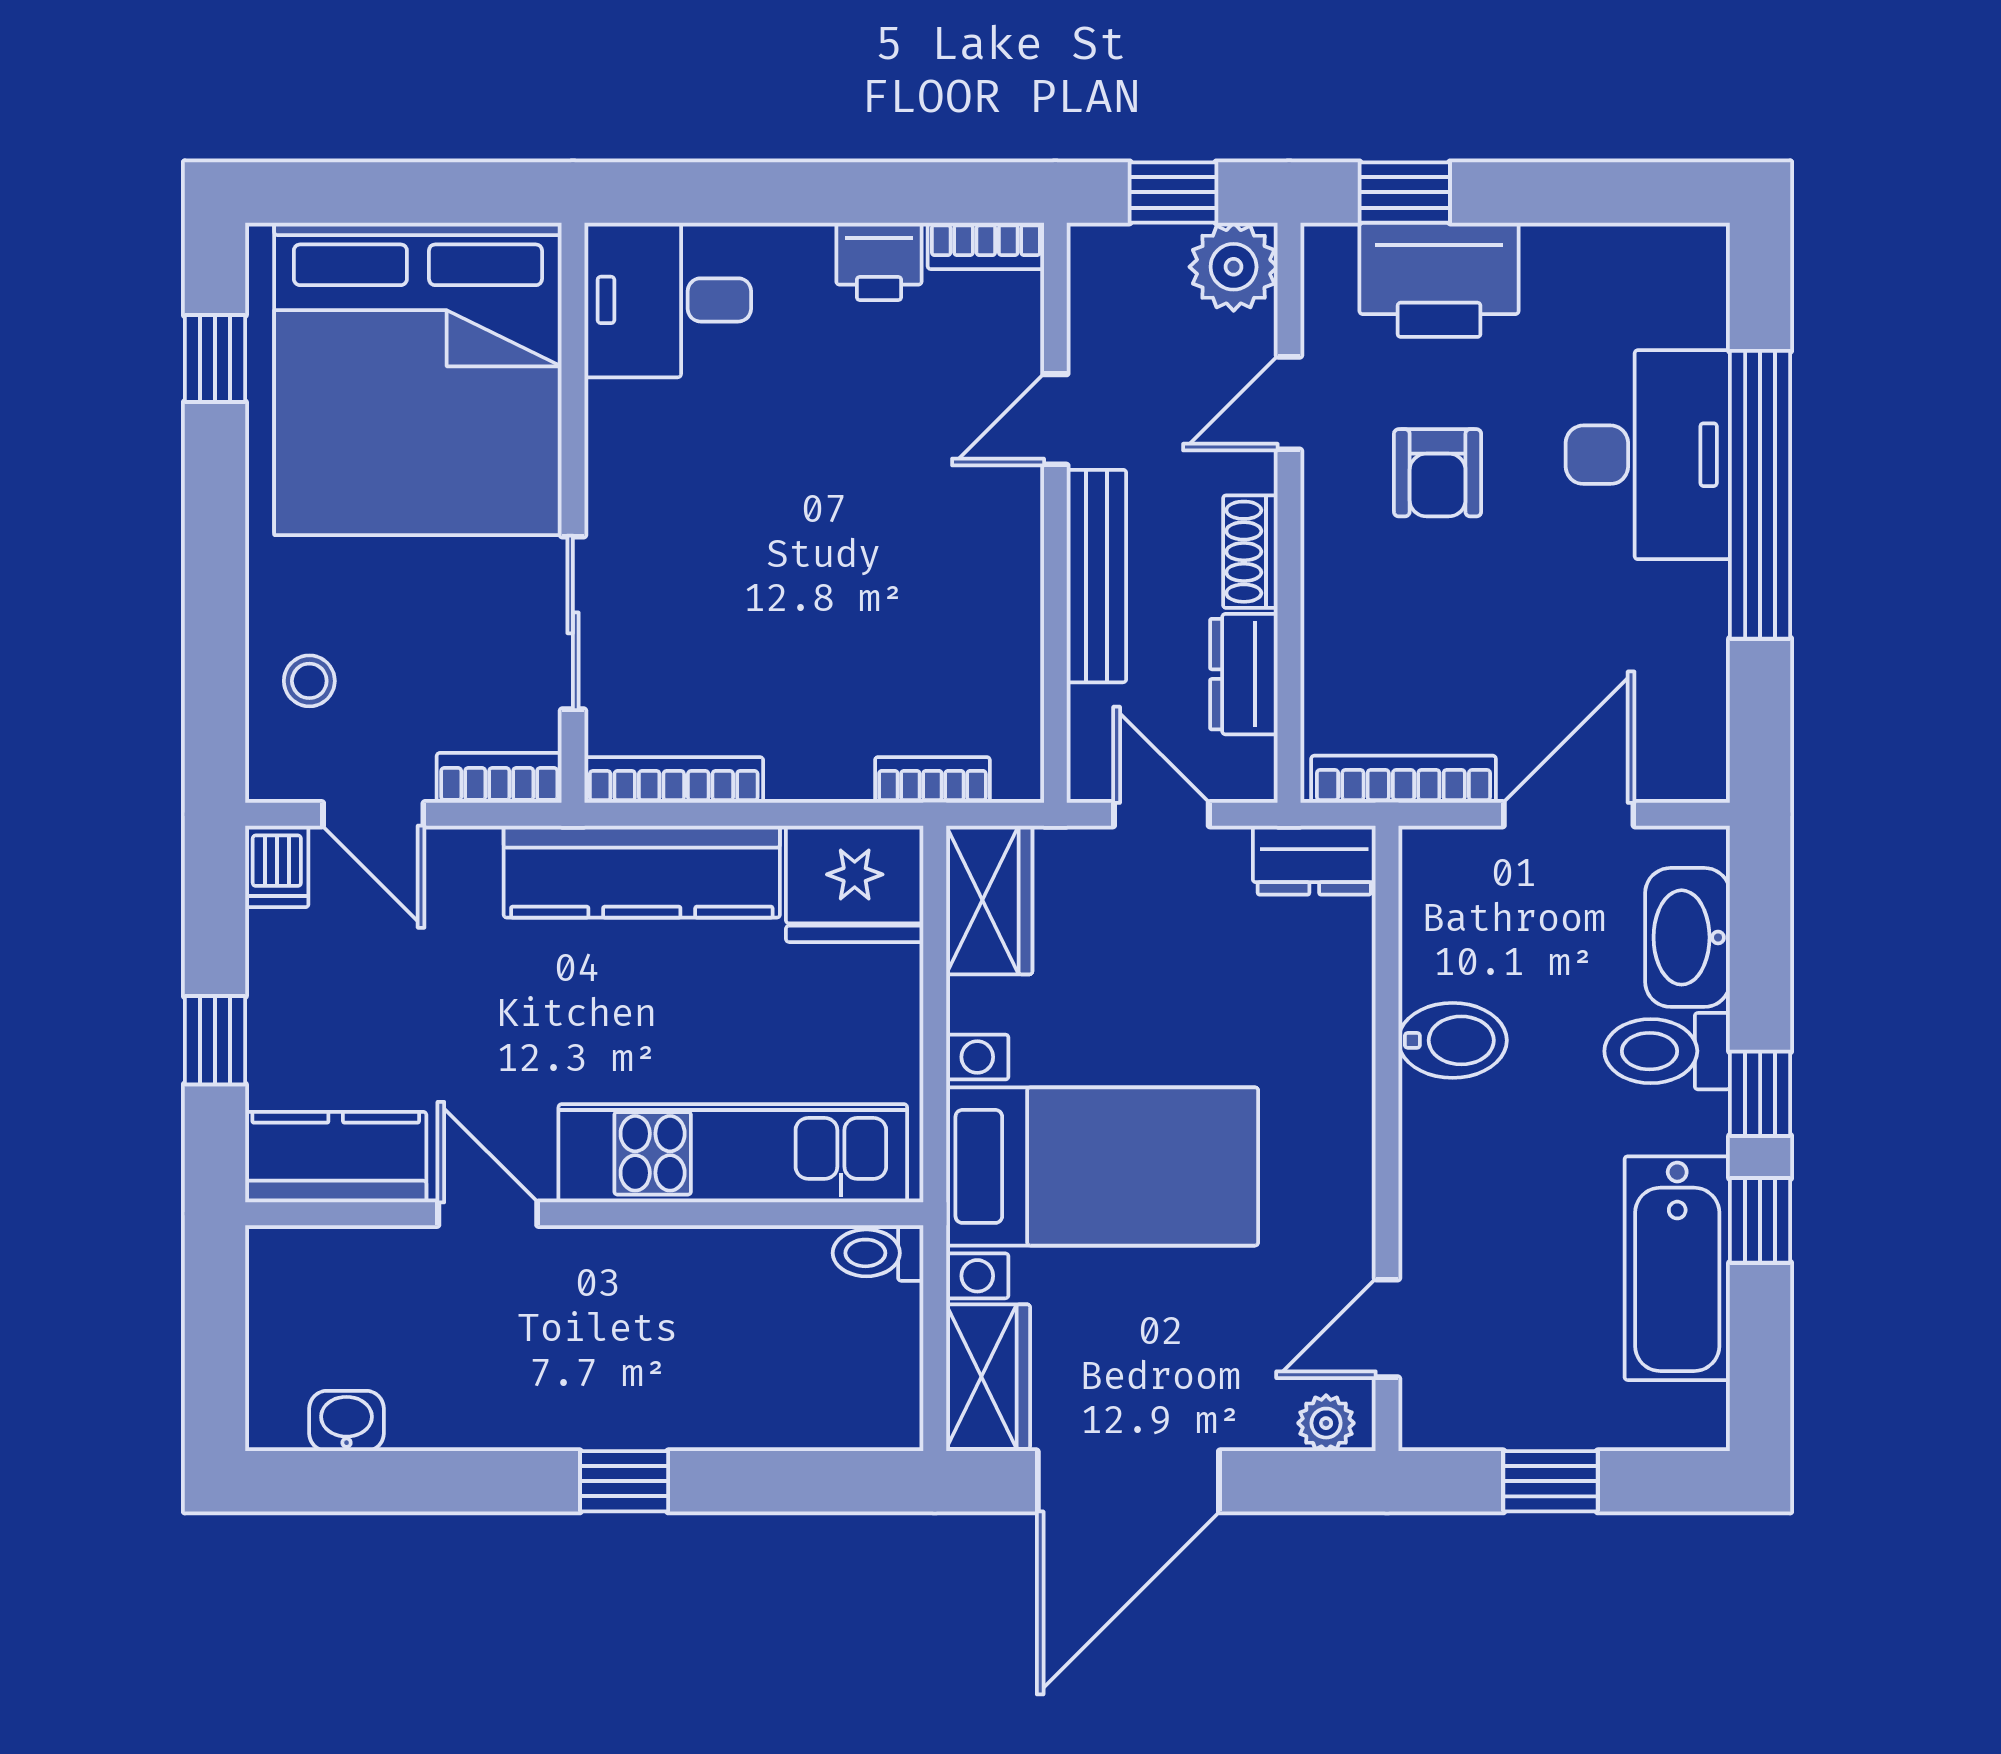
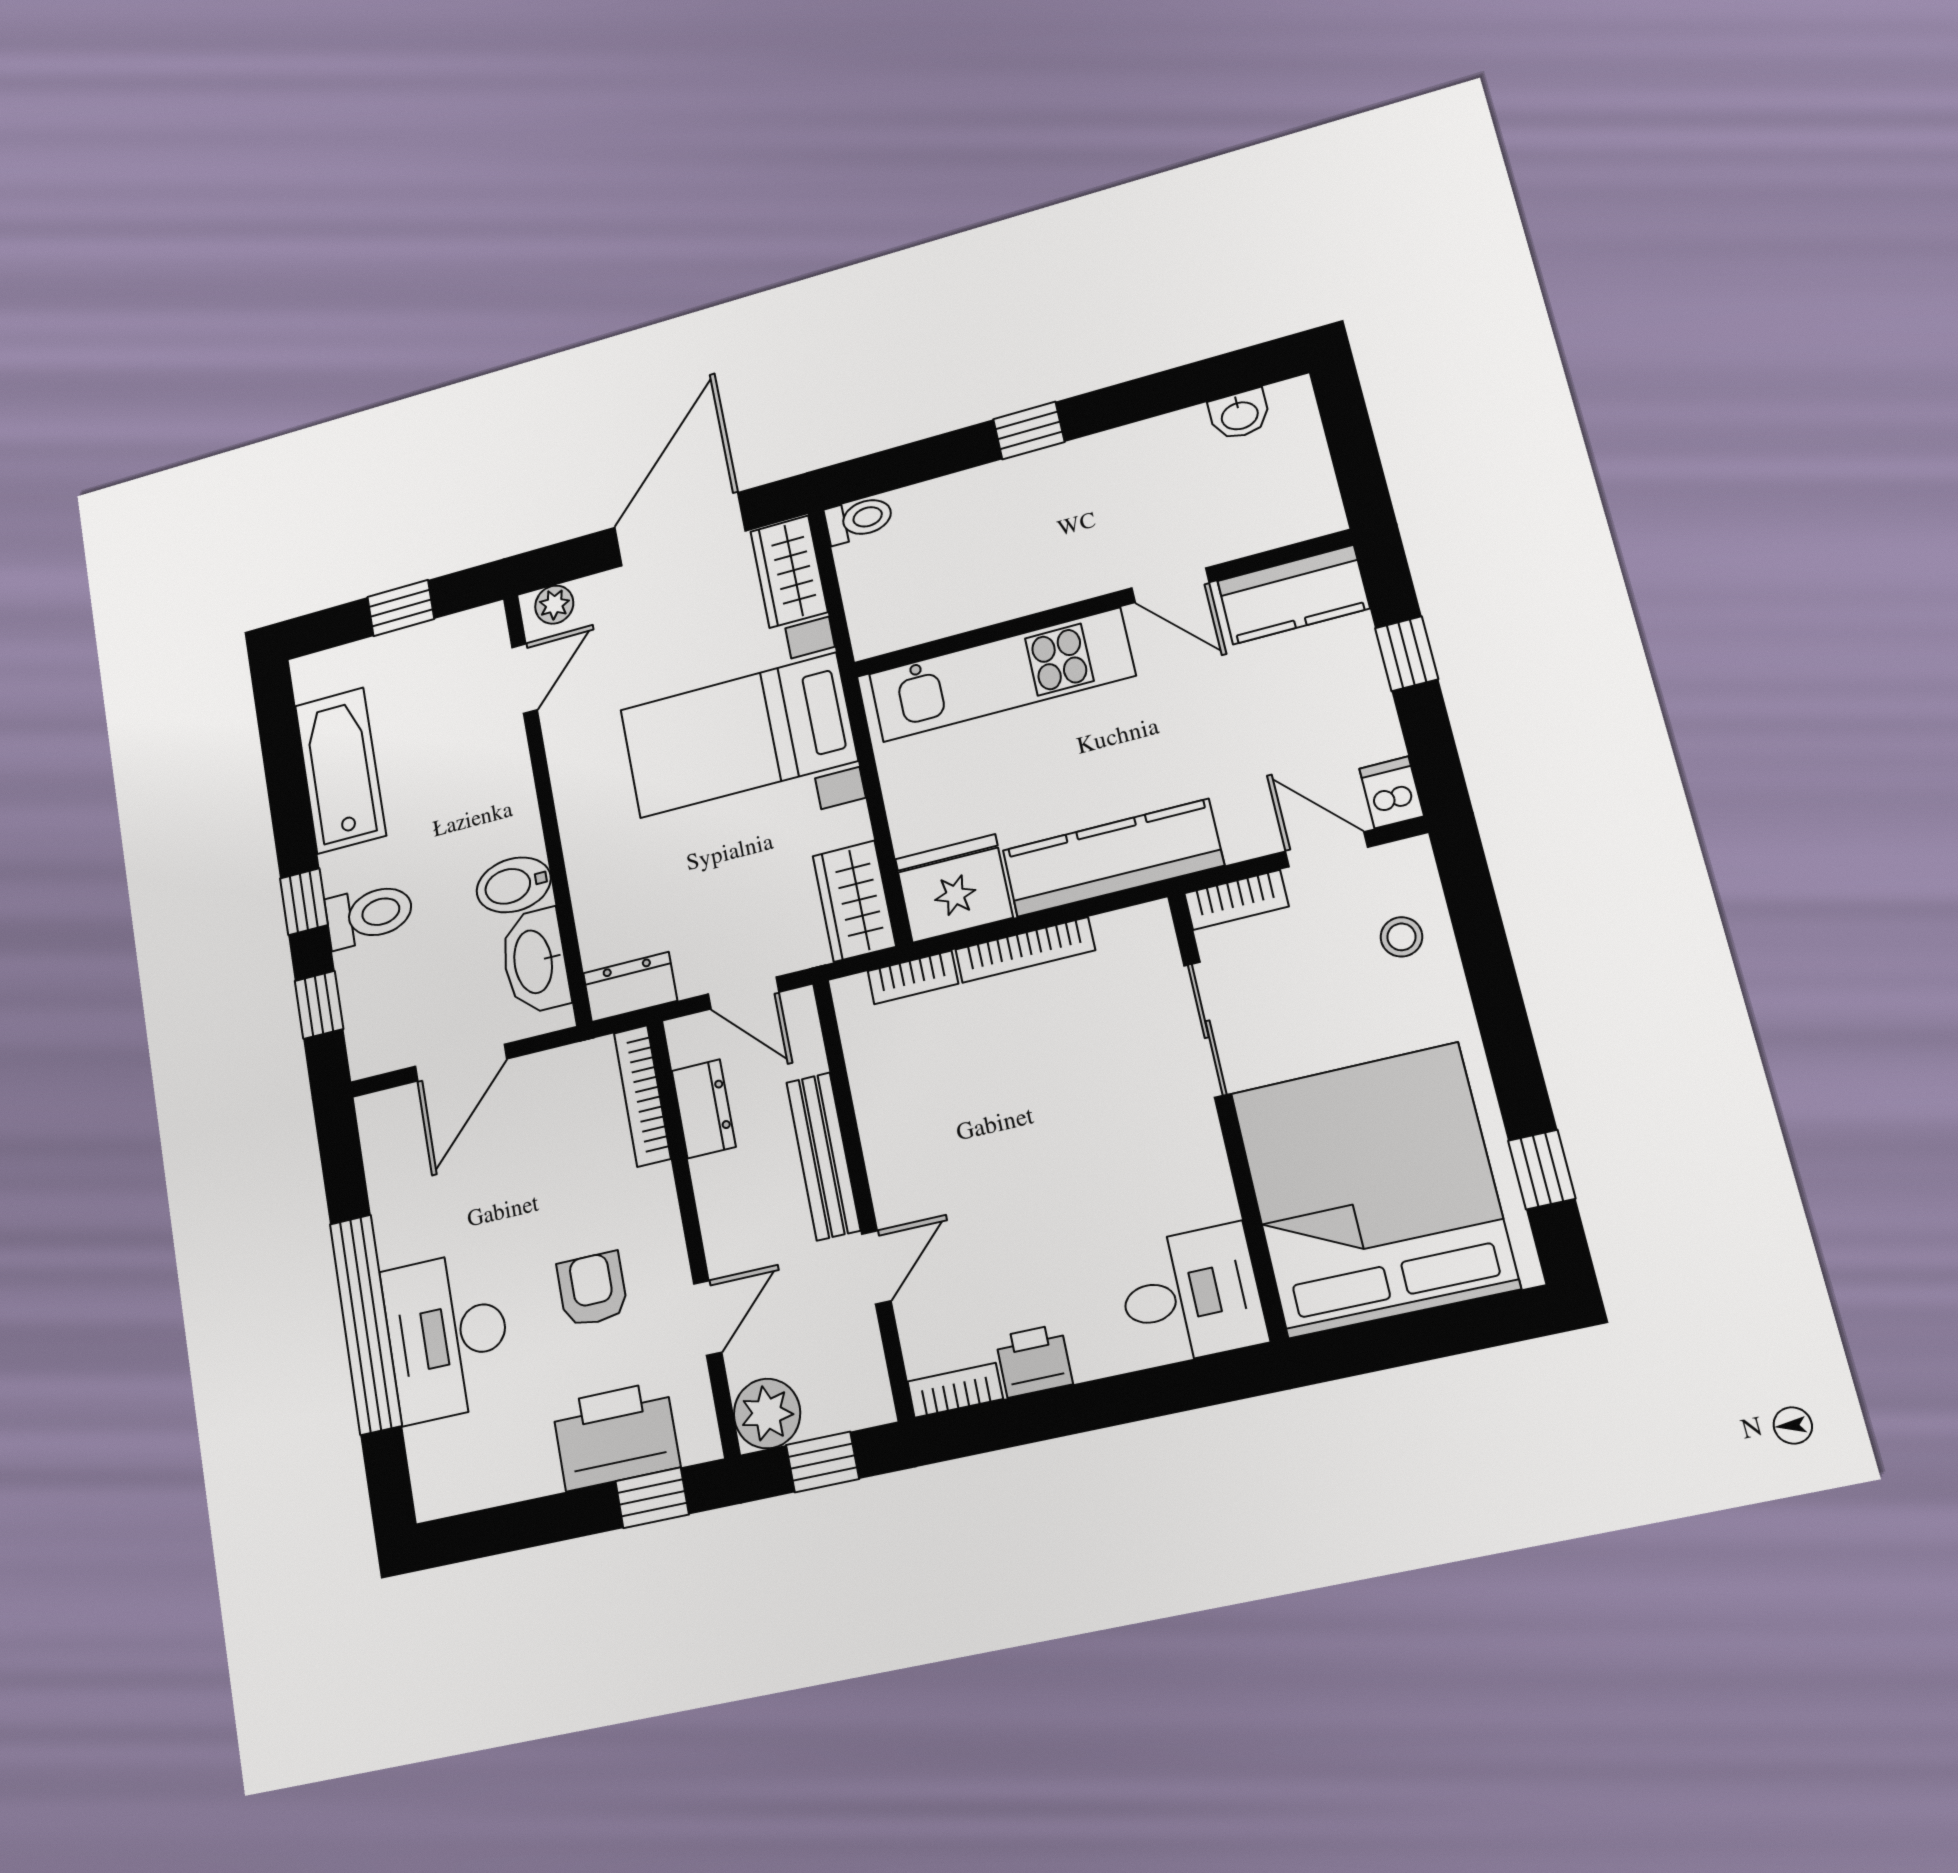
shoe rack: (1250, 552) -> (715, 1200), removed
bookcase: (1404, 779) -> (642, 1096), moved, turned 90
bookcase: (674, 780) -> (1025, 950), moved
washbasin: (1687, 937) -> (535, 961), moved, turned 180
window: (1760, 1220) -> (319, 1005), moved
toilet: (878, 1253) -> (859, 519), moved

